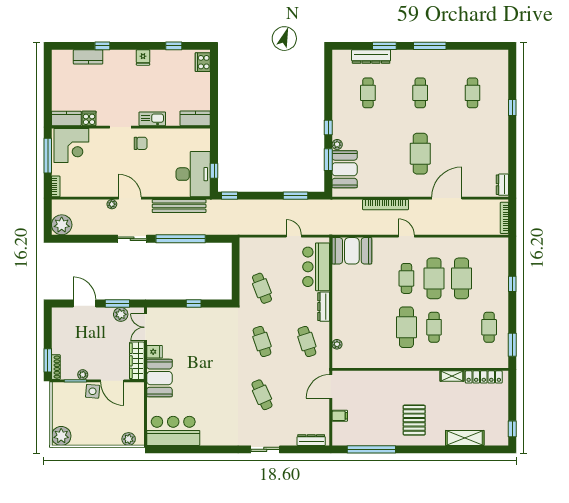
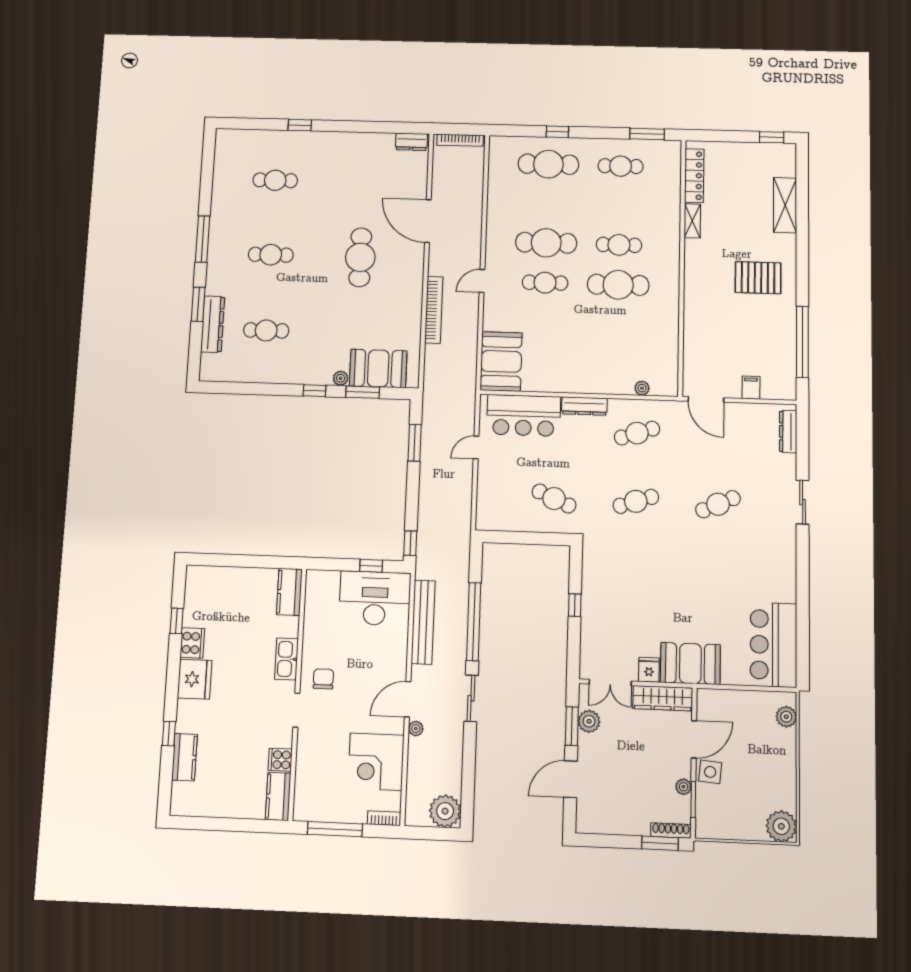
fridge: (143, 57) -> (195, 679), width x1.88, depth x1.34
cooker: (203, 62) -> (192, 643), moved, turned -90
corner desk: (71, 146) -> (376, 762), moved, turned 180
cafe table: (420, 154) -> (360, 257), turned 90
cafe table: (462, 278) -> (548, 164), moved
cafe table: (262, 288) -> (554, 498), turned 45

